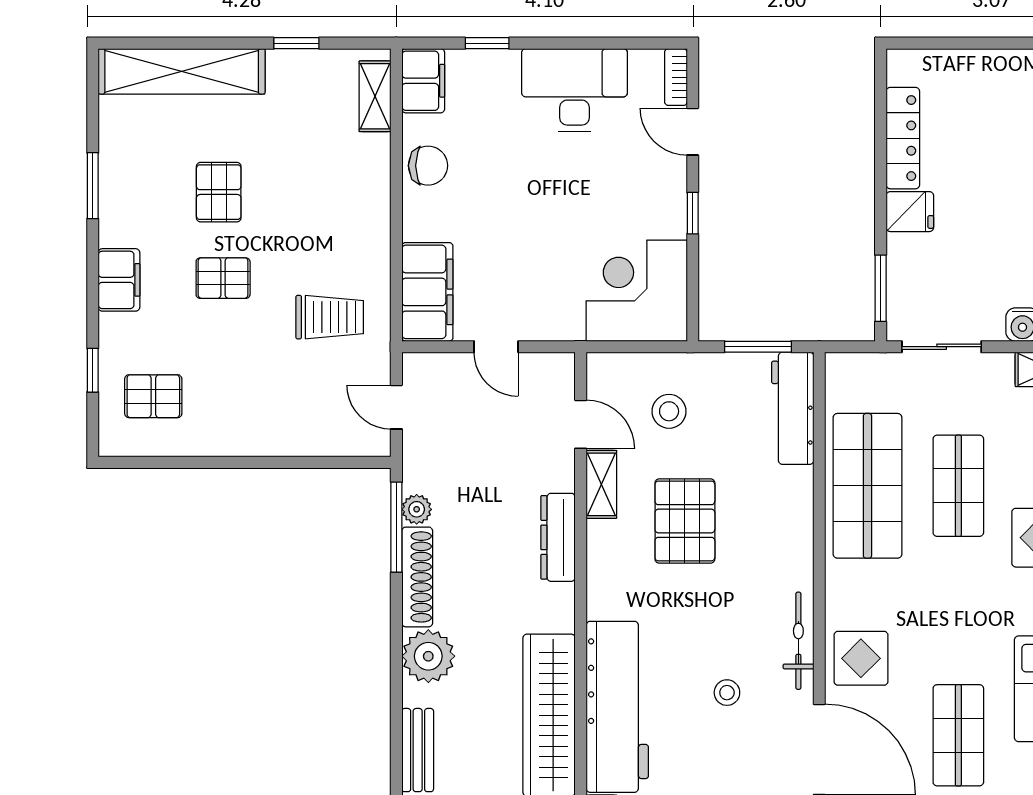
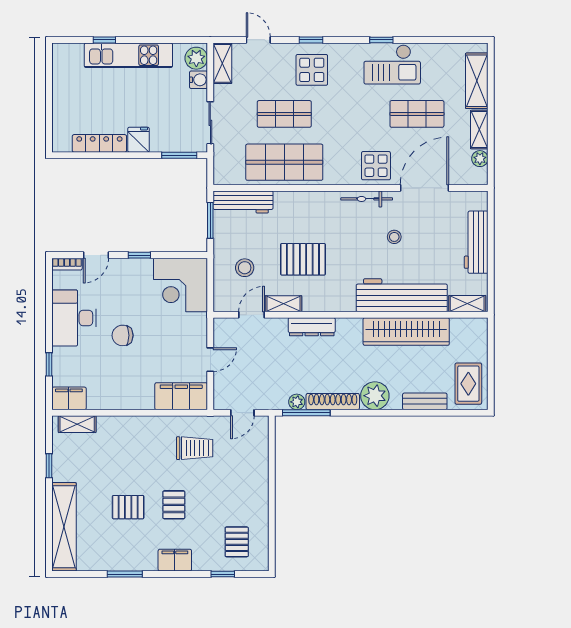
chair: (428, 166) -> (123, 335), moved, turned -90
trolley: (330, 317) -> (195, 448), turned 90

